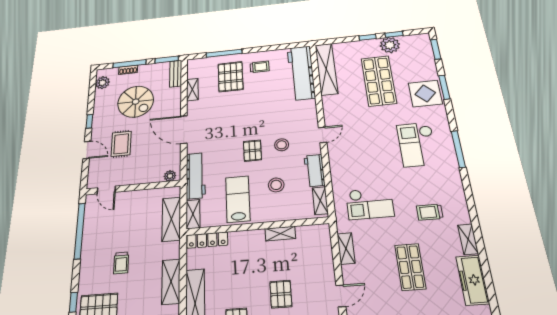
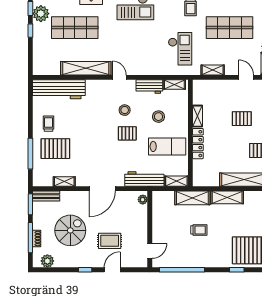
shelving: (326, 69) -> (86, 68), moved
lab bench: (238, 199) -> (167, 146), turned 180
shelving: (171, 219) -> (192, 198), moved
locker: (207, 240) -> (198, 144), moved
trolley: (121, 263) -> (199, 230), moved
shop shelf: (410, 267) -> (229, 28), width x1.43, depth x1.36

